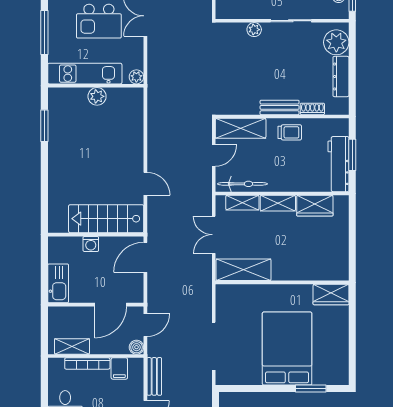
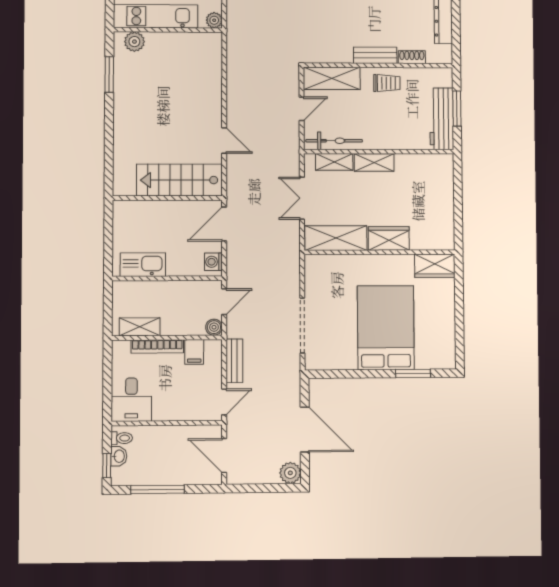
plant: (97, 96) -> (134, 42), moved
wardrobe: (315, 206) -> (389, 238), moved, turned 180
washing machine: (91, 244) -> (213, 262), moved, turned 90
kitchen sink: (58, 283) -> (143, 265), moved, turned -90
door: (111, 305) -> (184, 278), removed

